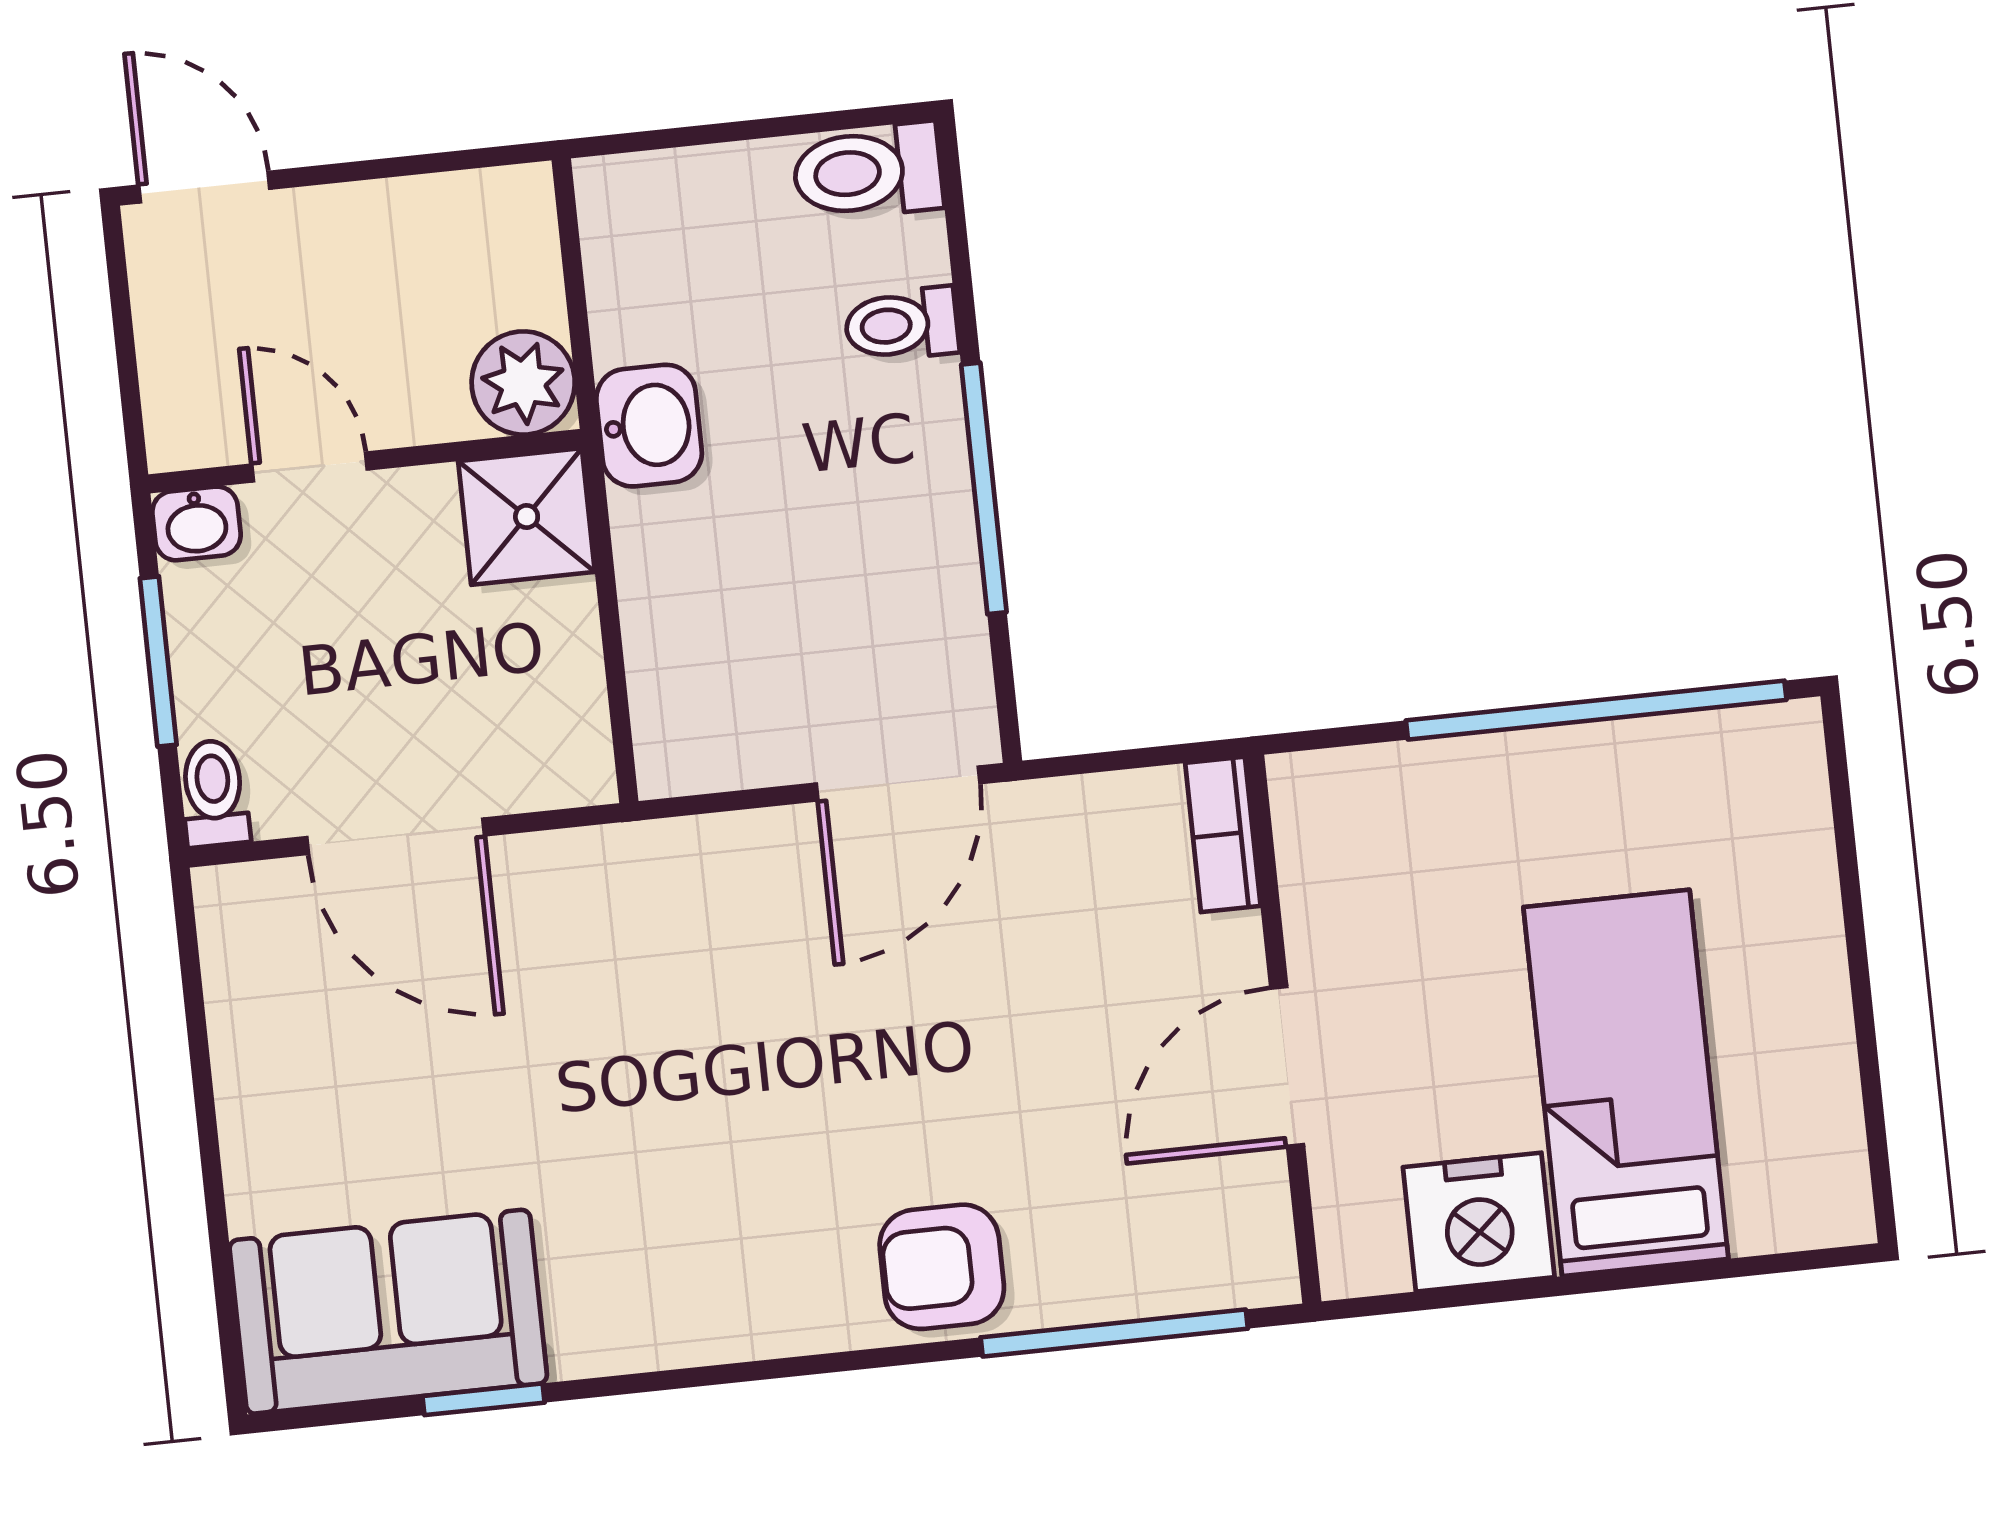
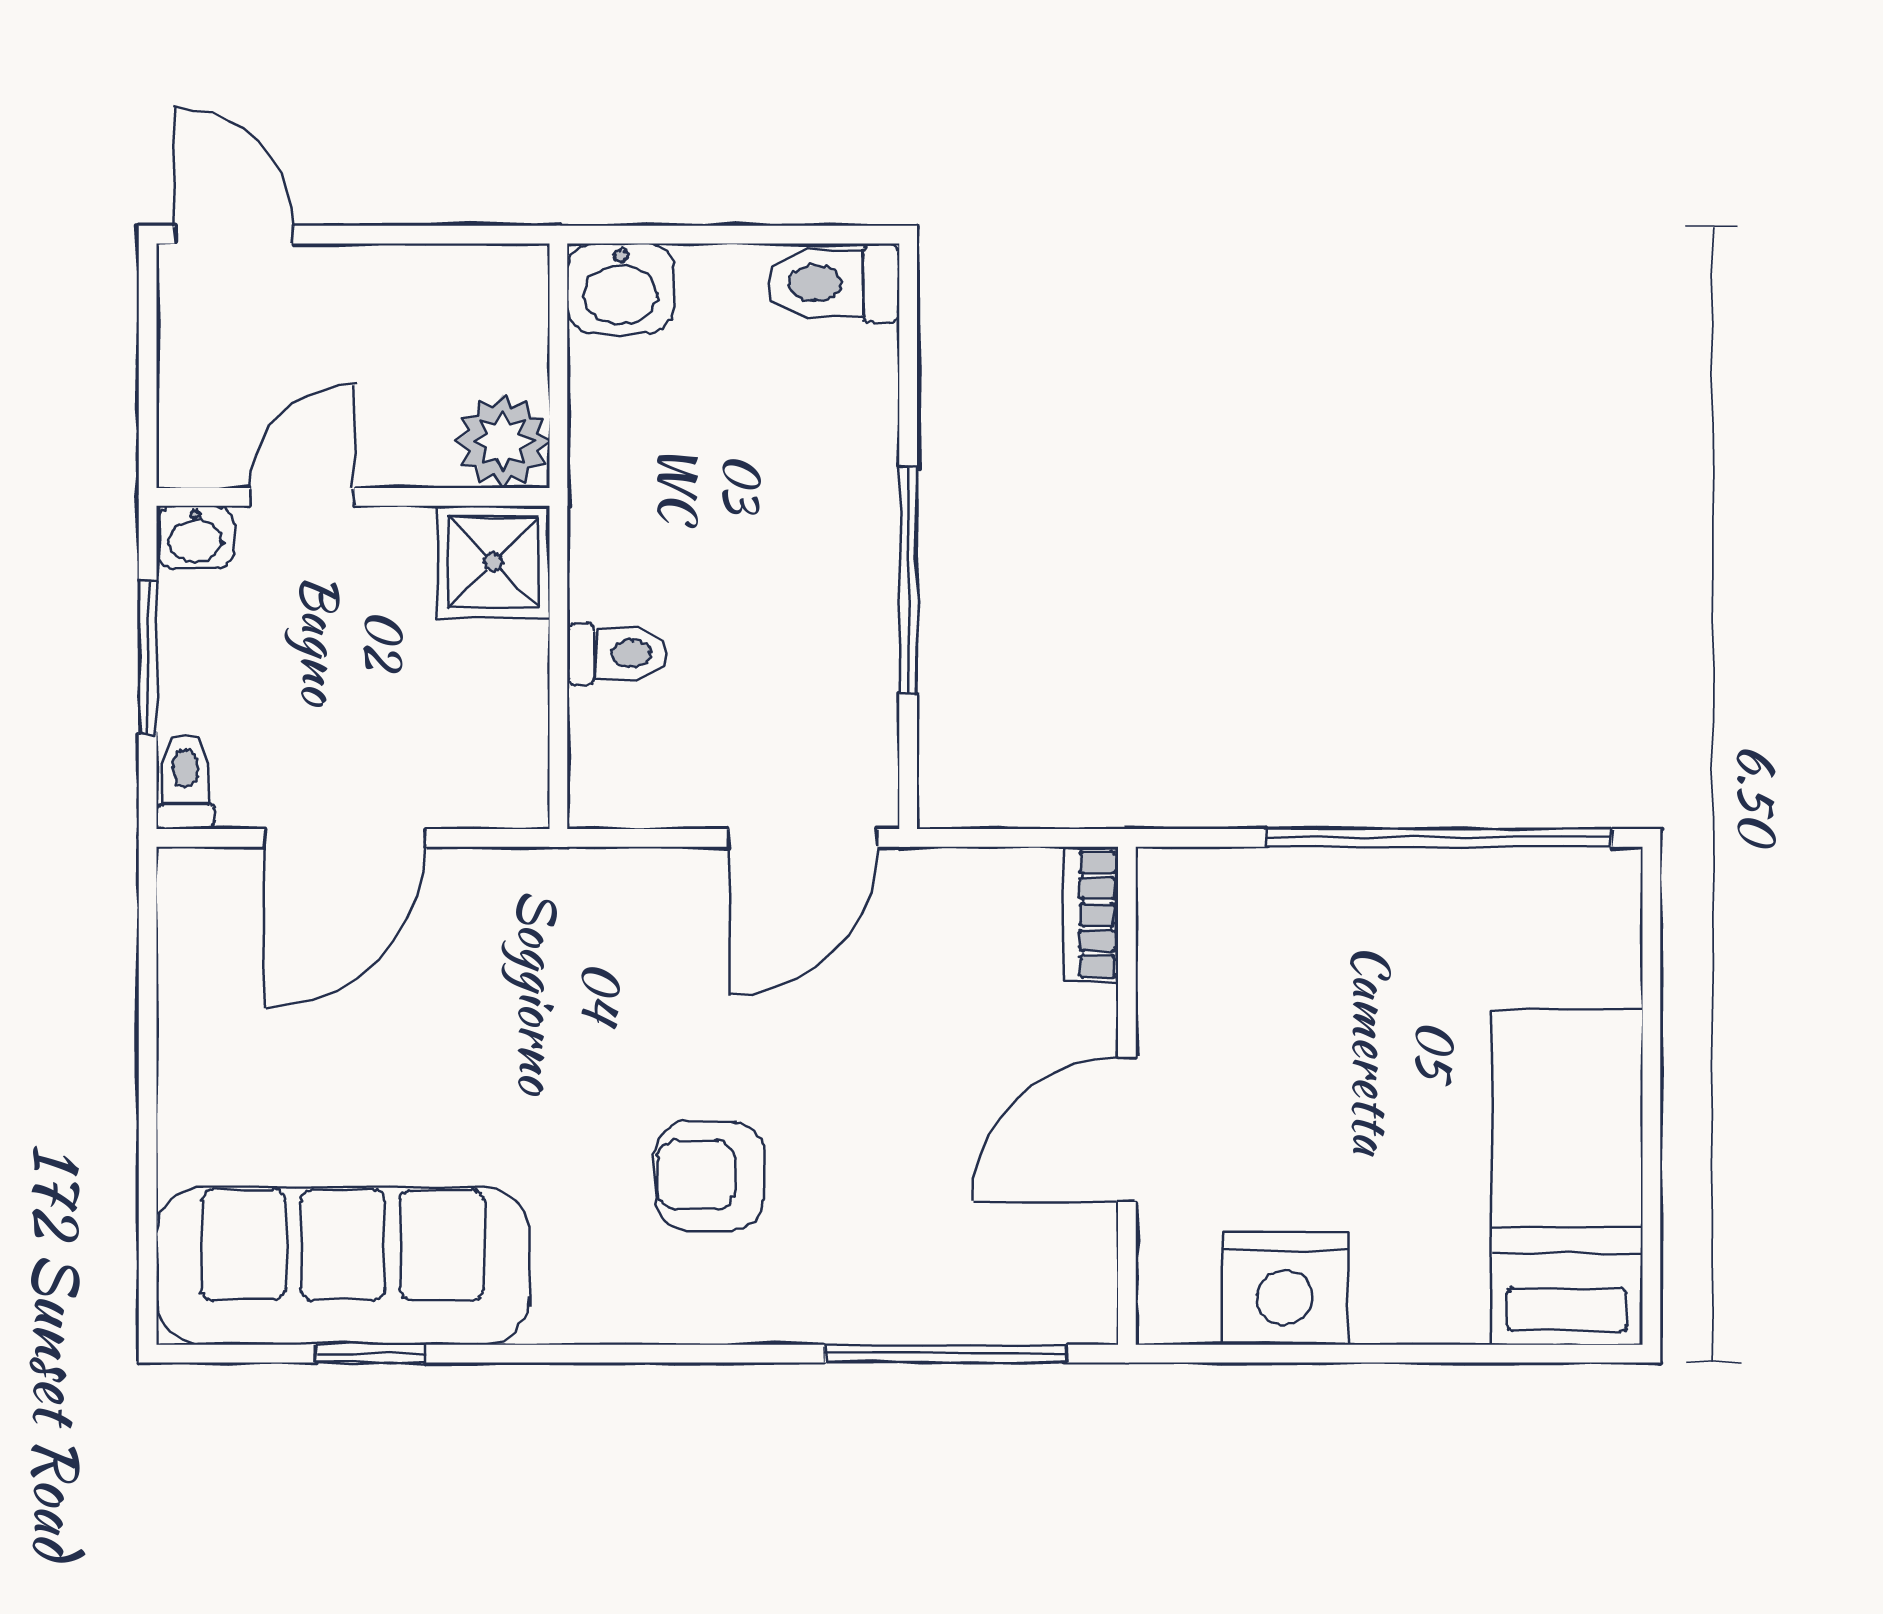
toilet: (902, 324) -> (617, 654), moved, turned 180
washbasin: (649, 426) -> (621, 288), moved, turned 90
door: (310, 467) -> (302, 497), hinge flipped
door: (396, 836) -> (345, 838), hinge flipped
bed: (1626, 1083) -> (1567, 1177), moved
armchair: (942, 1267) -> (709, 1176), moved
sofa: (388, 1312) -> (343, 1266), width x1.36

